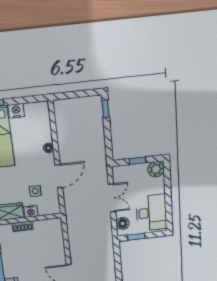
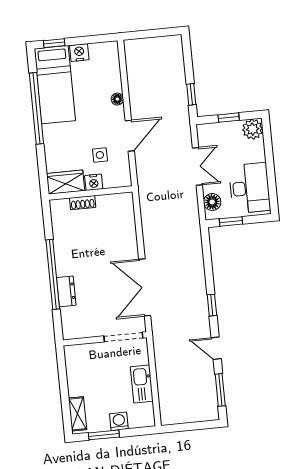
window: (106, 109) -> (191, 94), moved

